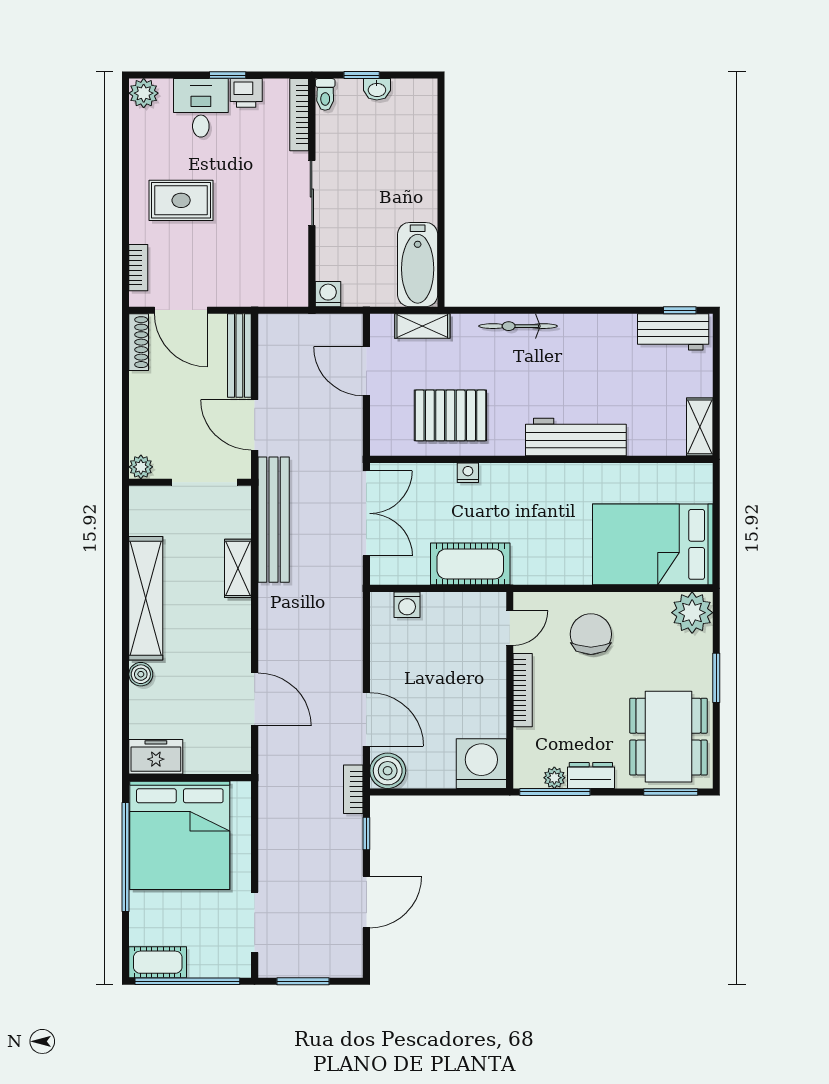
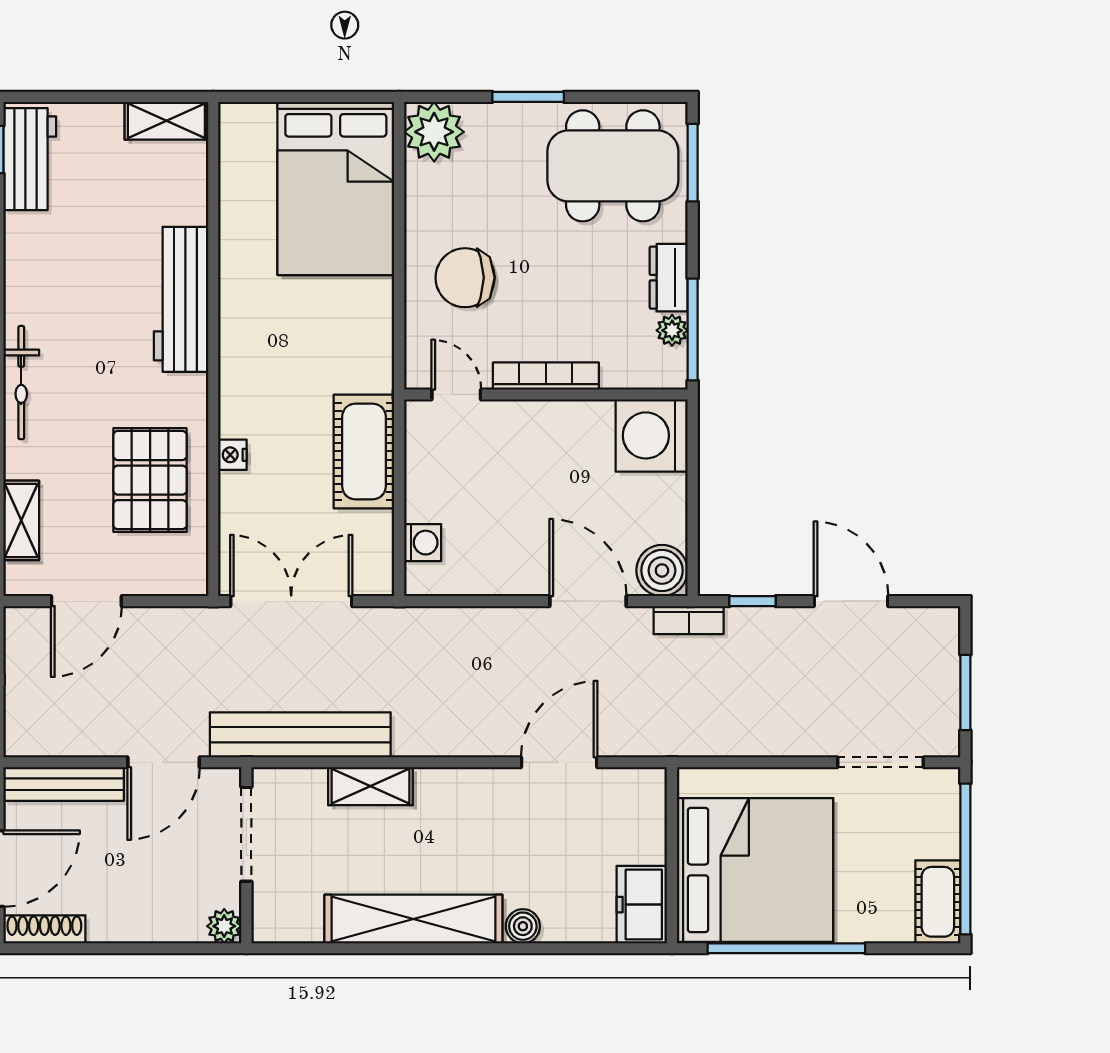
door: (366, 719) -> (588, 601), hinge flipped

